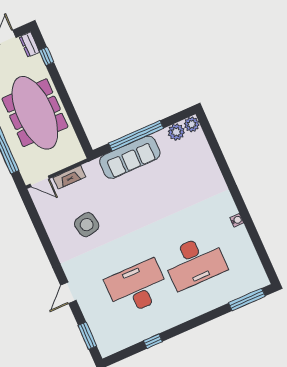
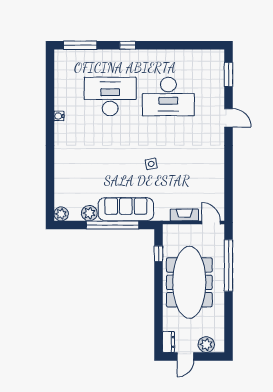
window: (46, 56) -> (159, 254), moved
plant: (176, 132) -> (89, 213), moved
side table: (87, 225) -> (151, 164), moved, width x0.54, depth x0.54
door: (68, 293) -> (228, 118), hinge flipped
window: (153, 341) -> (128, 45), moved

